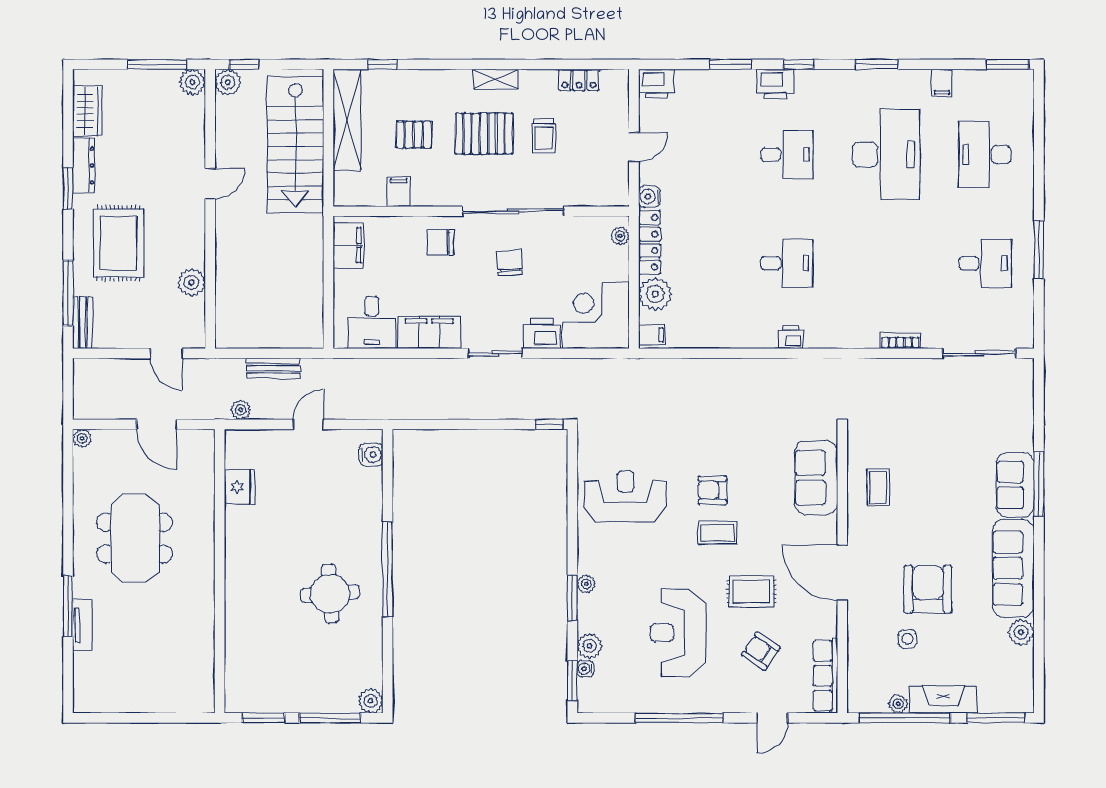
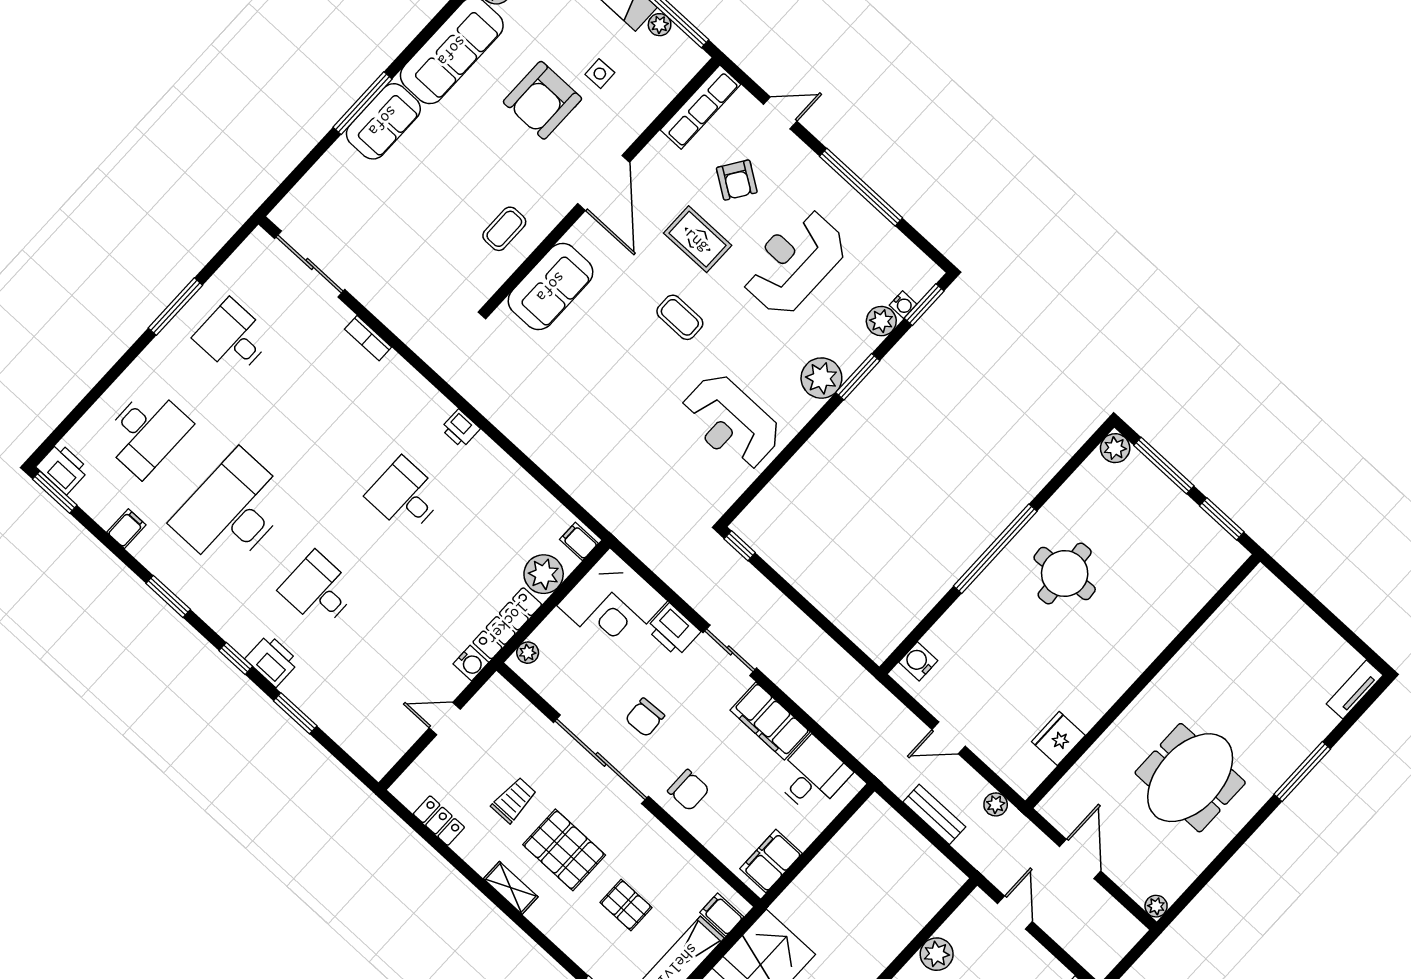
printer: (656, 84) -> (63, 468), moved
filing cabinet: (399, 191) -> (722, 915), moved, turned 90
armchair: (713, 490) -> (650, 358), removed
plant: (586, 584) -> (821, 378), width x1.88, depth x1.88
tv unit: (82, 625) -> (1355, 690), moved
reception desk: (678, 633) -> (794, 262), turned 180

